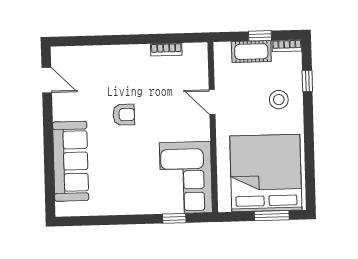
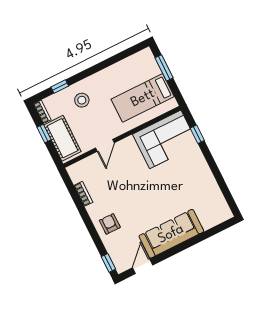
window: (70, 41) -> (108, 263), added
cot: (251, 52) -> (62, 138), width x1.37, depth x1.34
armchair: (124, 115) -> (110, 224), moved
sofa: (71, 161) -> (171, 234), moved
bed: (266, 173) -> (143, 98), width x0.49

